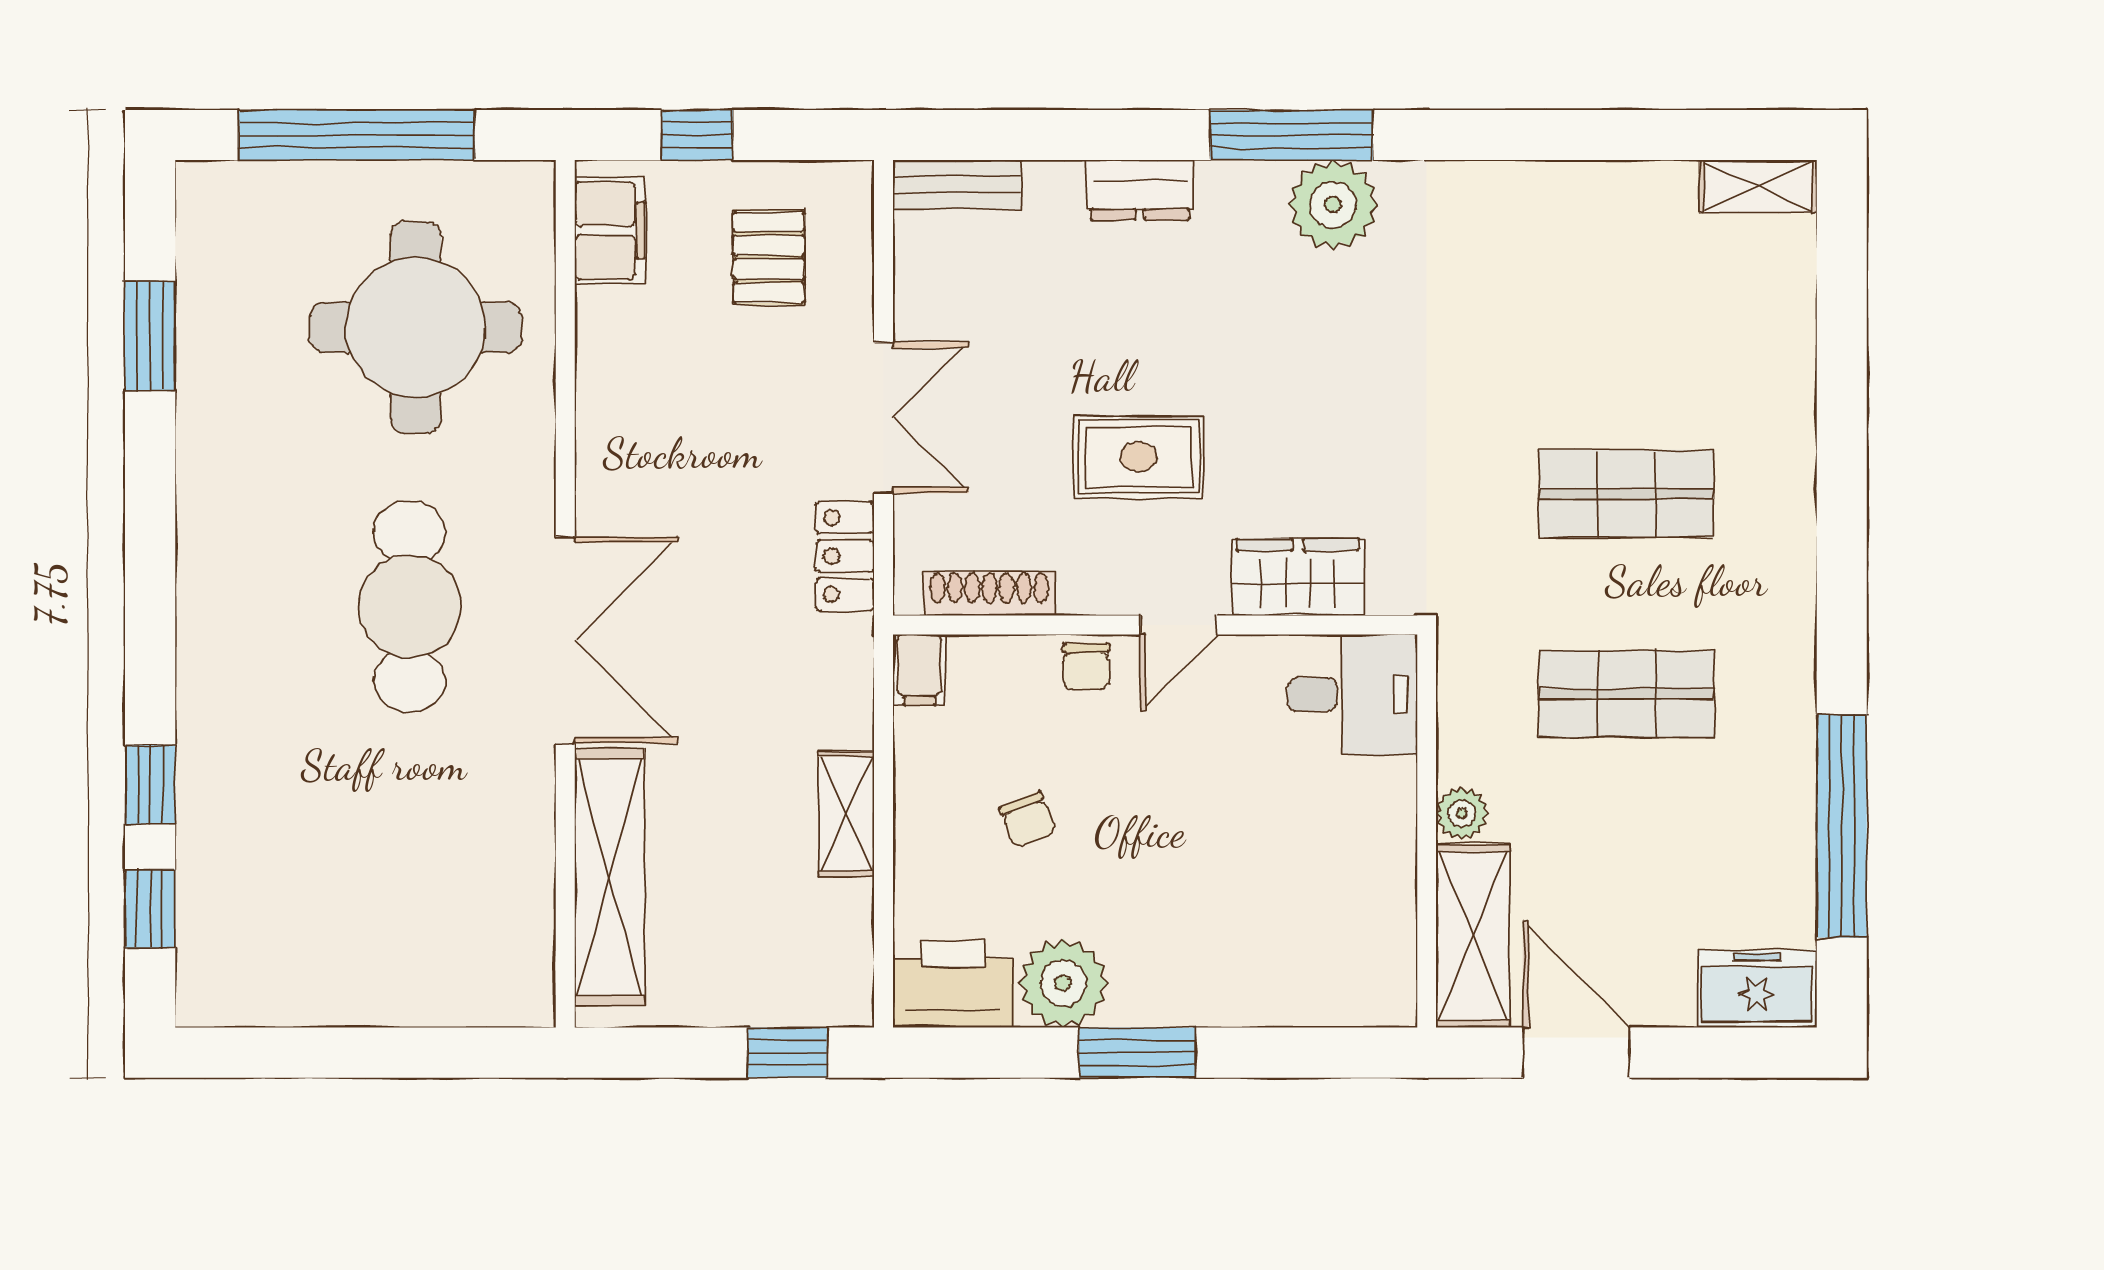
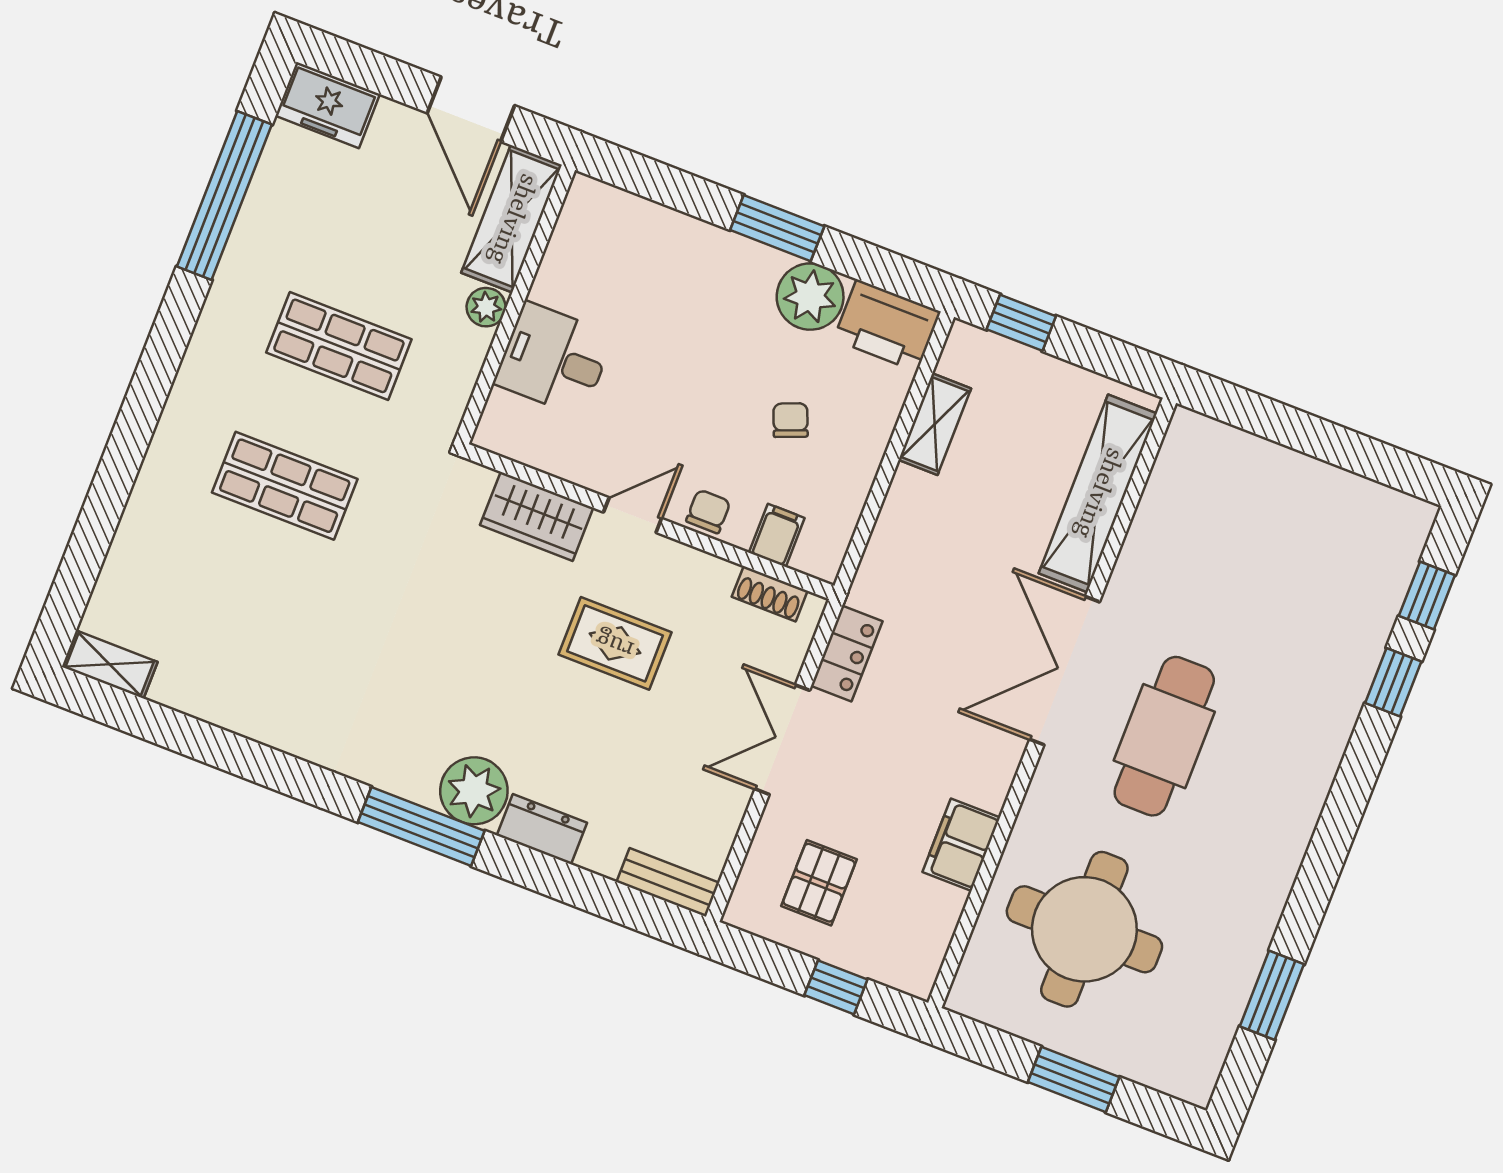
window: (356, 135) -> (1074, 1079), width x0.47
plant: (1333, 205) -> (474, 791), moved
filing cabinet: (610, 230) -> (961, 845), moved
shoe rack: (989, 593) -> (770, 594), width x0.70
filing cabinet: (919, 670) -> (777, 535), moved
desk: (1352, 695) -> (554, 359), moved
shelving: (846, 814) -> (935, 424), moved

